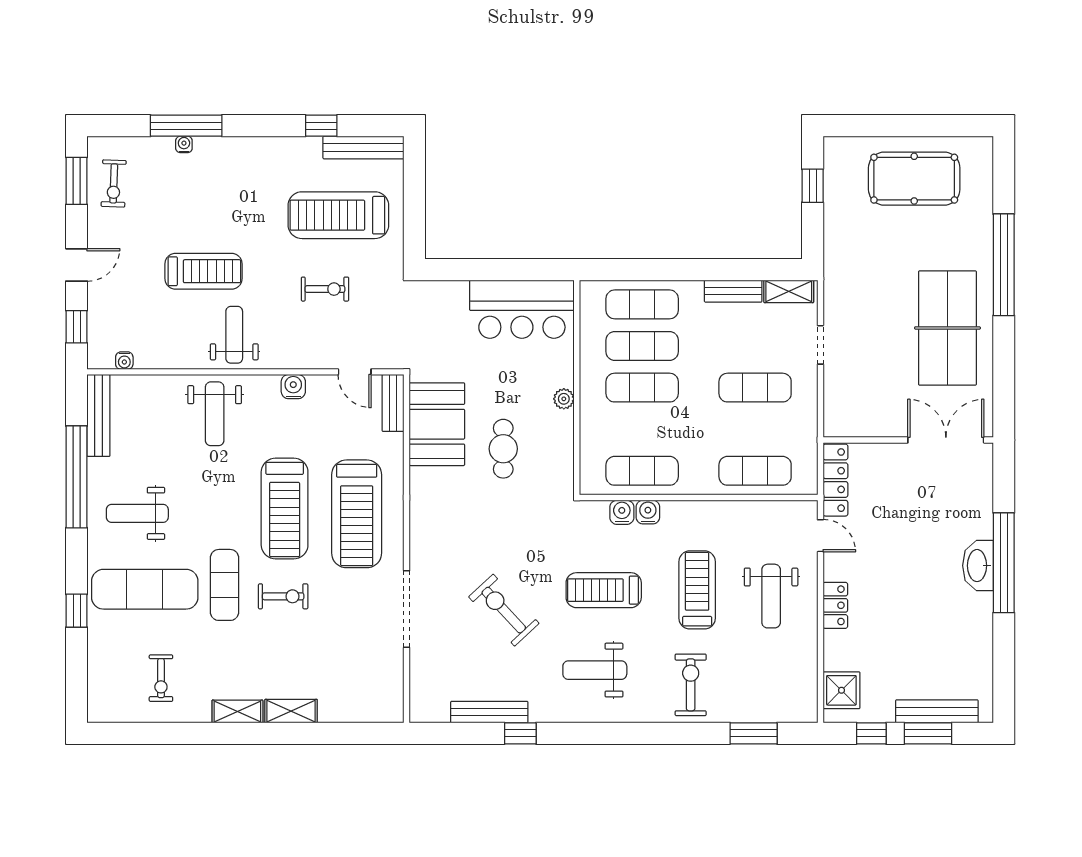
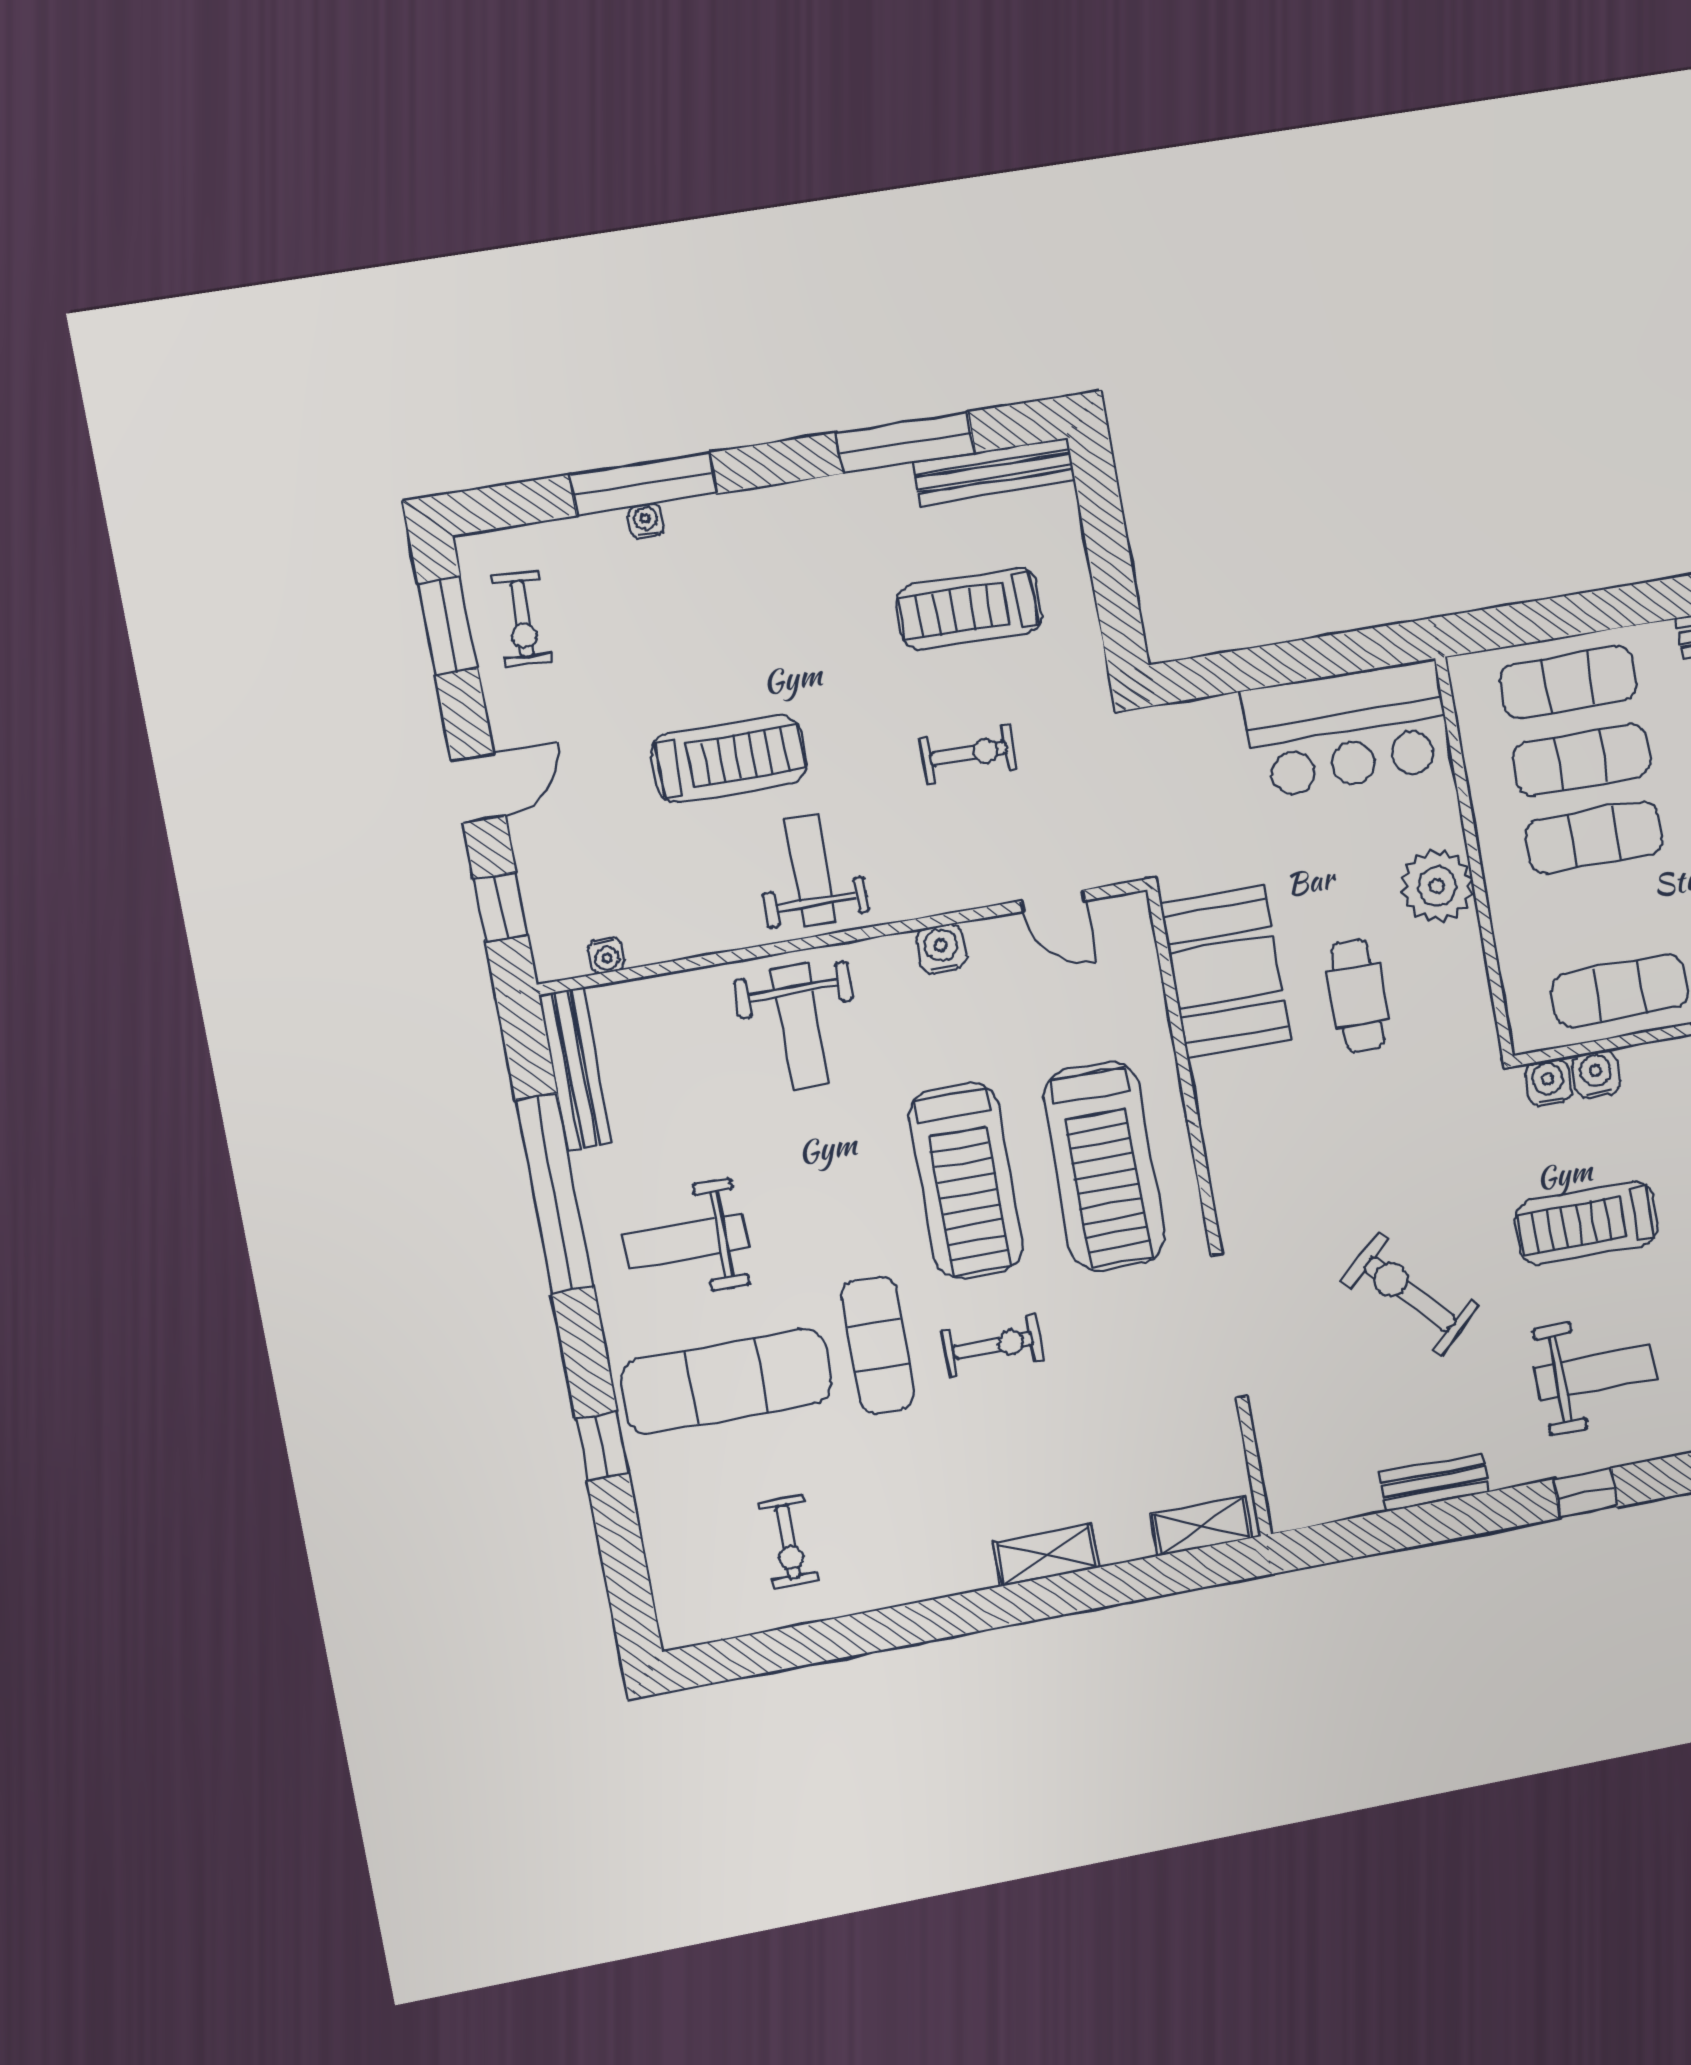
window: (321, 126) -> (906, 443), width x2.17
treadmill: (338, 215) -> (969, 609), width x0.73, depth x0.73
plant: (564, 399) -> (1437, 886), width x1.88, depth x1.88
bench: (393, 403) -> (1136, 947), removed
water cooler: (648, 512) -> (1548, 1082), moved
weight bench: (595, 670) -> (1595, 1372), turned 180
shelving: (237, 711) -> (1202, 1526), moved
bench: (489, 712) -> (1434, 1482), width x0.73
window: (520, 733) -> (1586, 1493), moved

